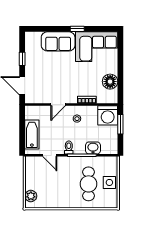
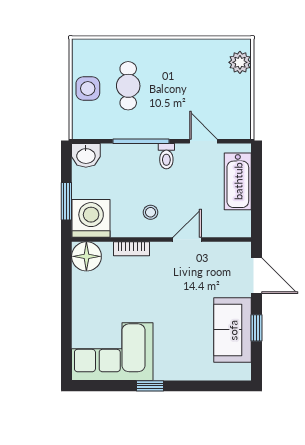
sofa: (58, 41) -> (233, 330), moved, turned -90
floor lamp: (110, 82) -> (86, 256), moved
washbasin: (93, 148) -> (86, 155), moved
cafe table: (88, 184) -> (128, 86), width x0.73, depth x0.74

